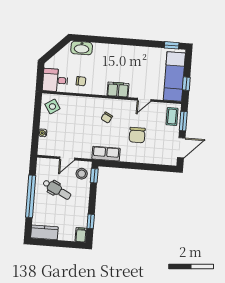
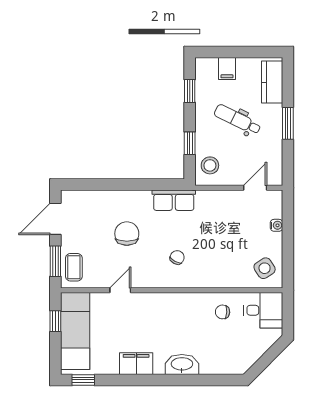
washbasin: (82, 48) -> (182, 364), moved
filing cabinet: (118, 89) -> (136, 364), moved, turned 180
door: (67, 158) -> (255, 188), moved
window: (94, 176) -> (190, 143), moved
dental chair: (57, 190) -> (237, 120), moved
window: (31, 196) -> (288, 123), width x0.47
kitchen counter: (44, 232) -> (272, 82), moved, turned 90
filing cabinet: (81, 235) -> (227, 68), moved

